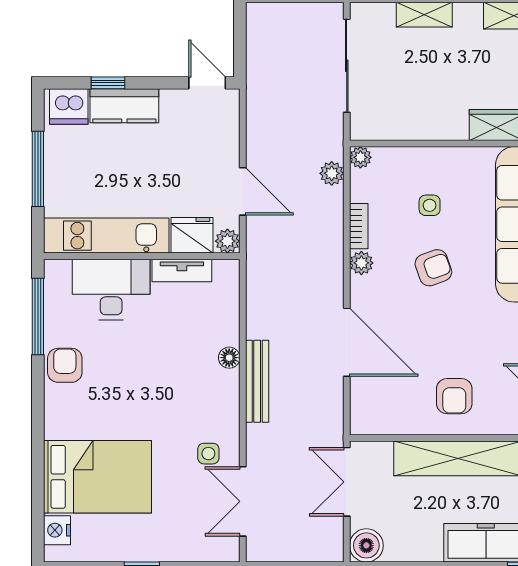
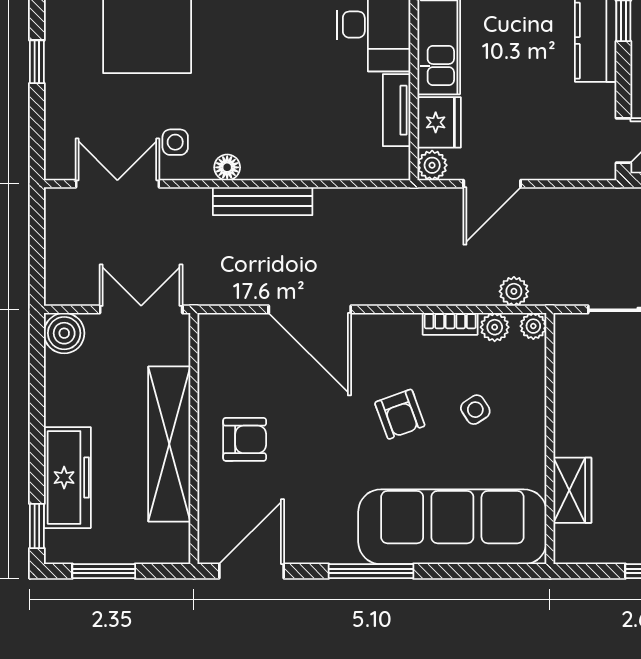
side table: (430, 205) -> (475, 410), turned -33
plant: (361, 263) -> (495, 327), moved
door: (347, 342) -> (310, 309), hinge flipped
floor lamp: (229, 358) -> (227, 167), moved
armchair: (454, 396) -> (245, 439), turned 180

